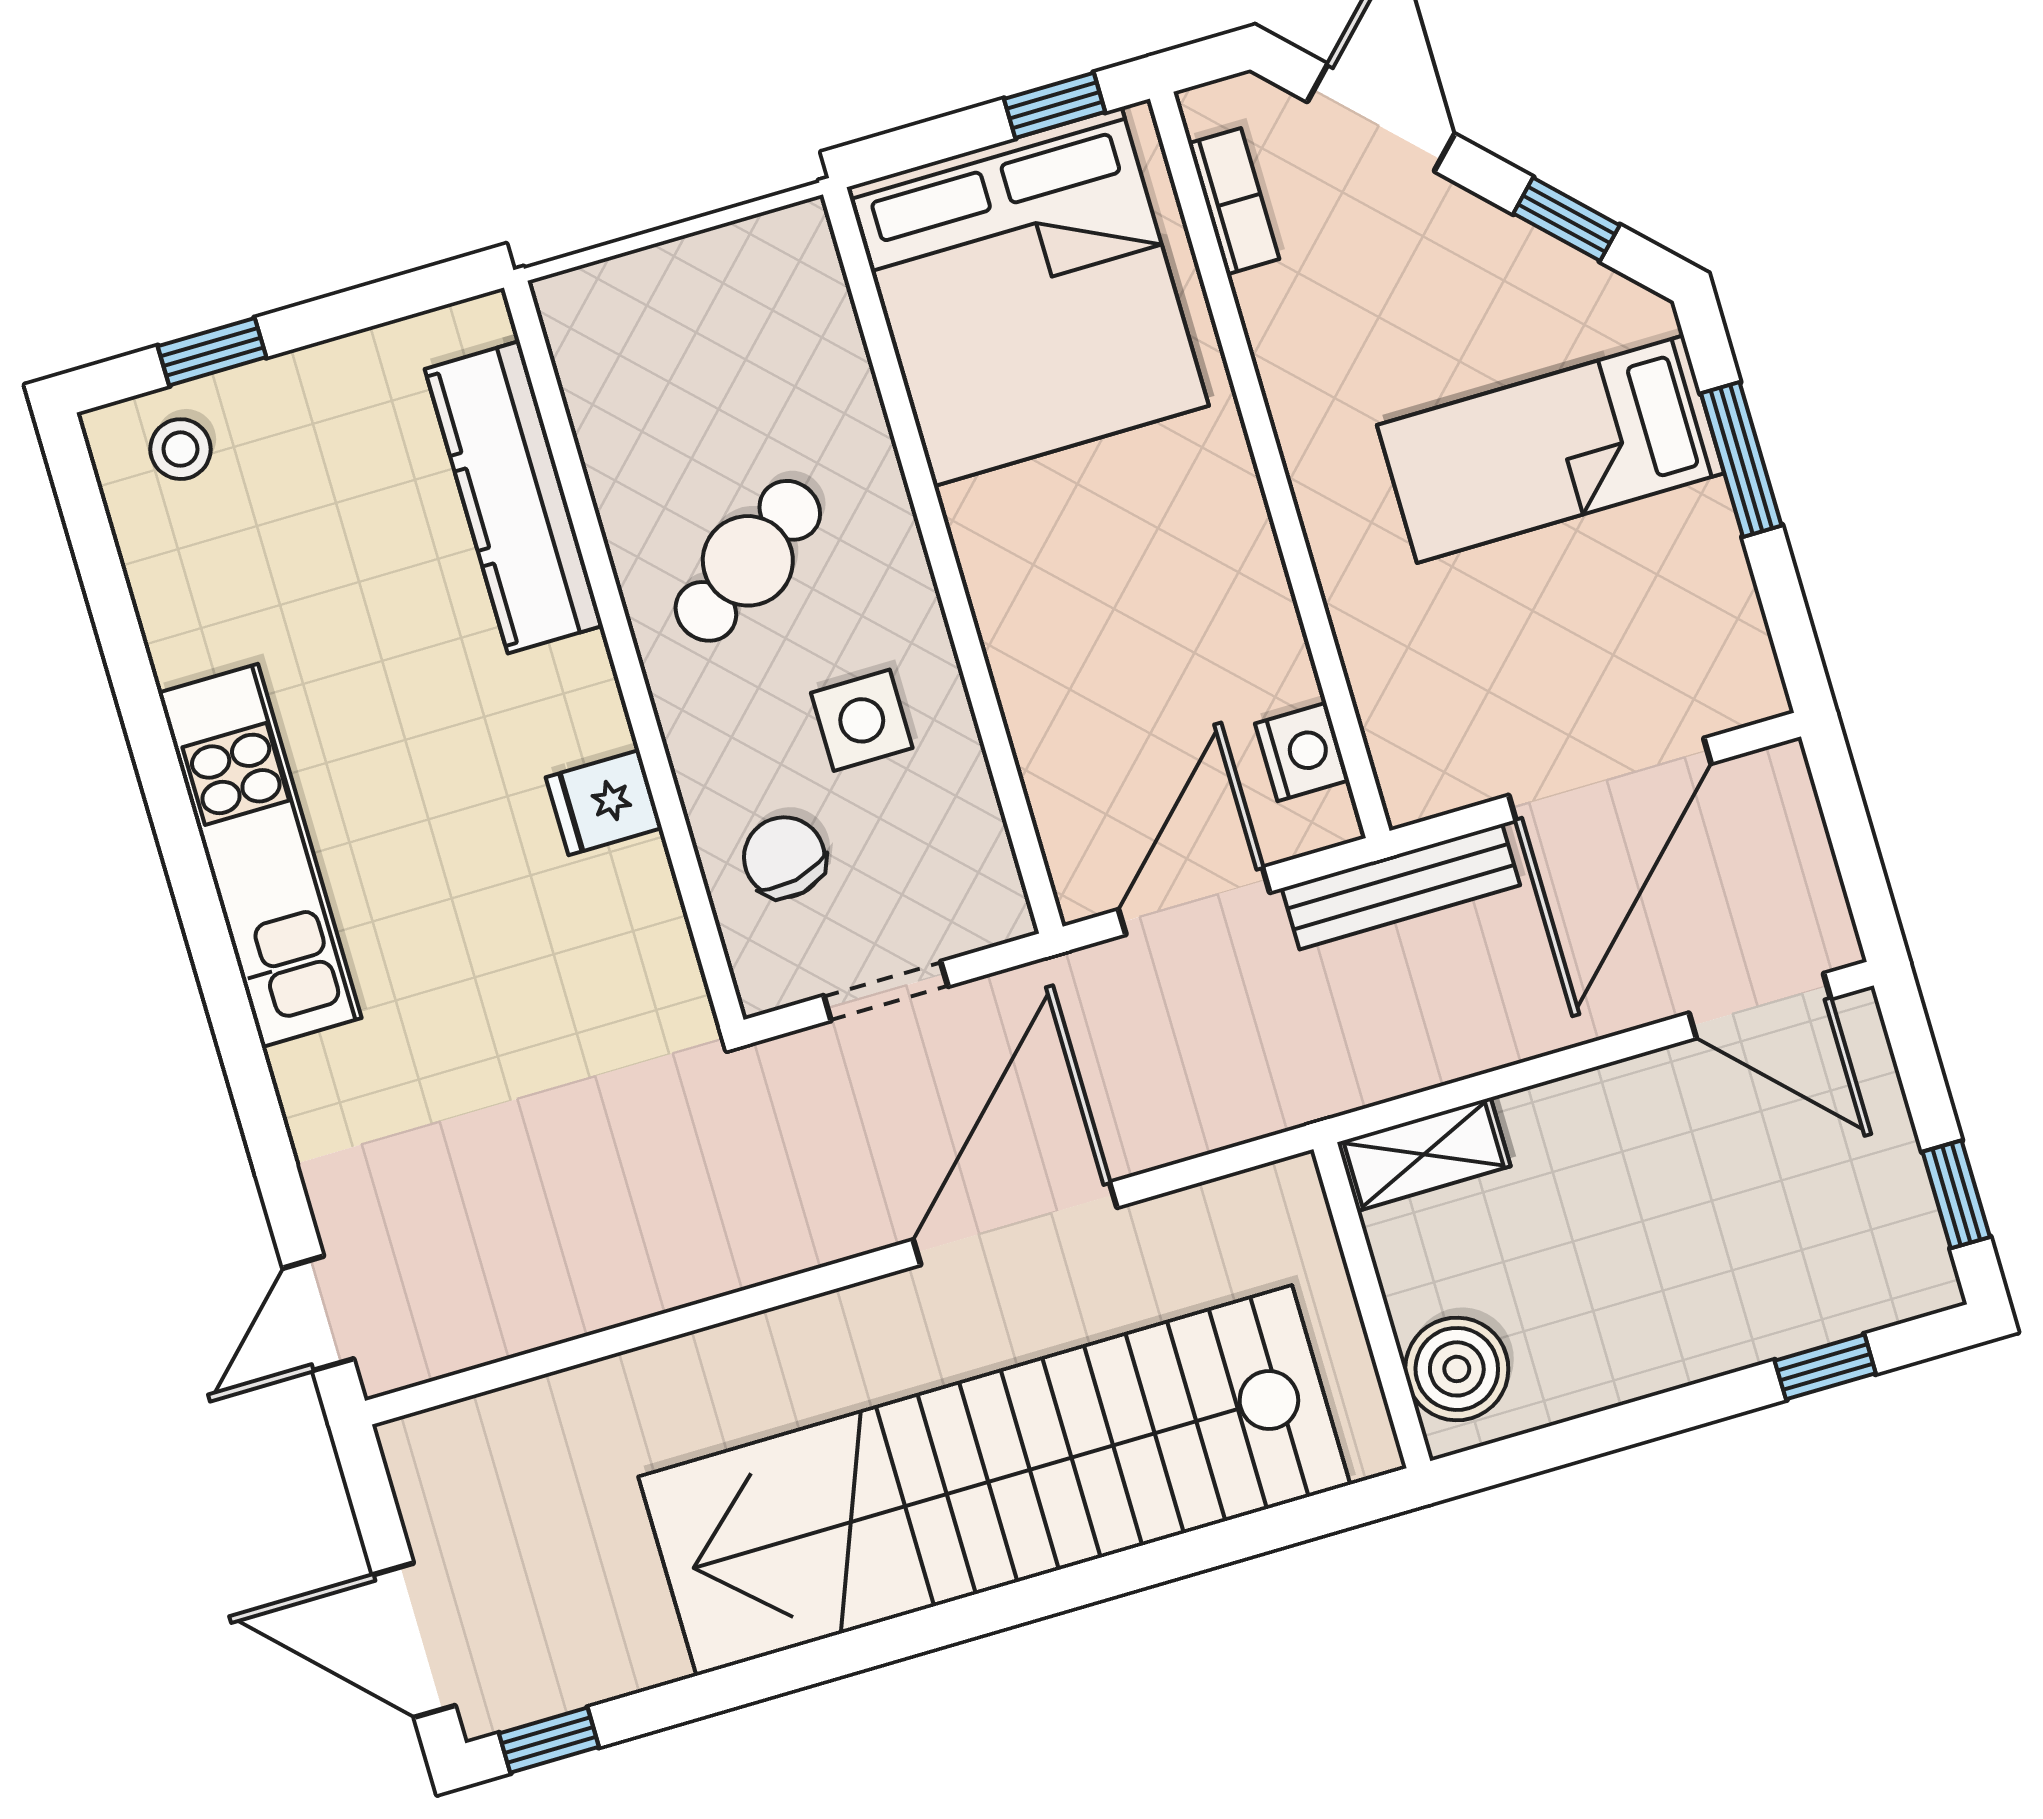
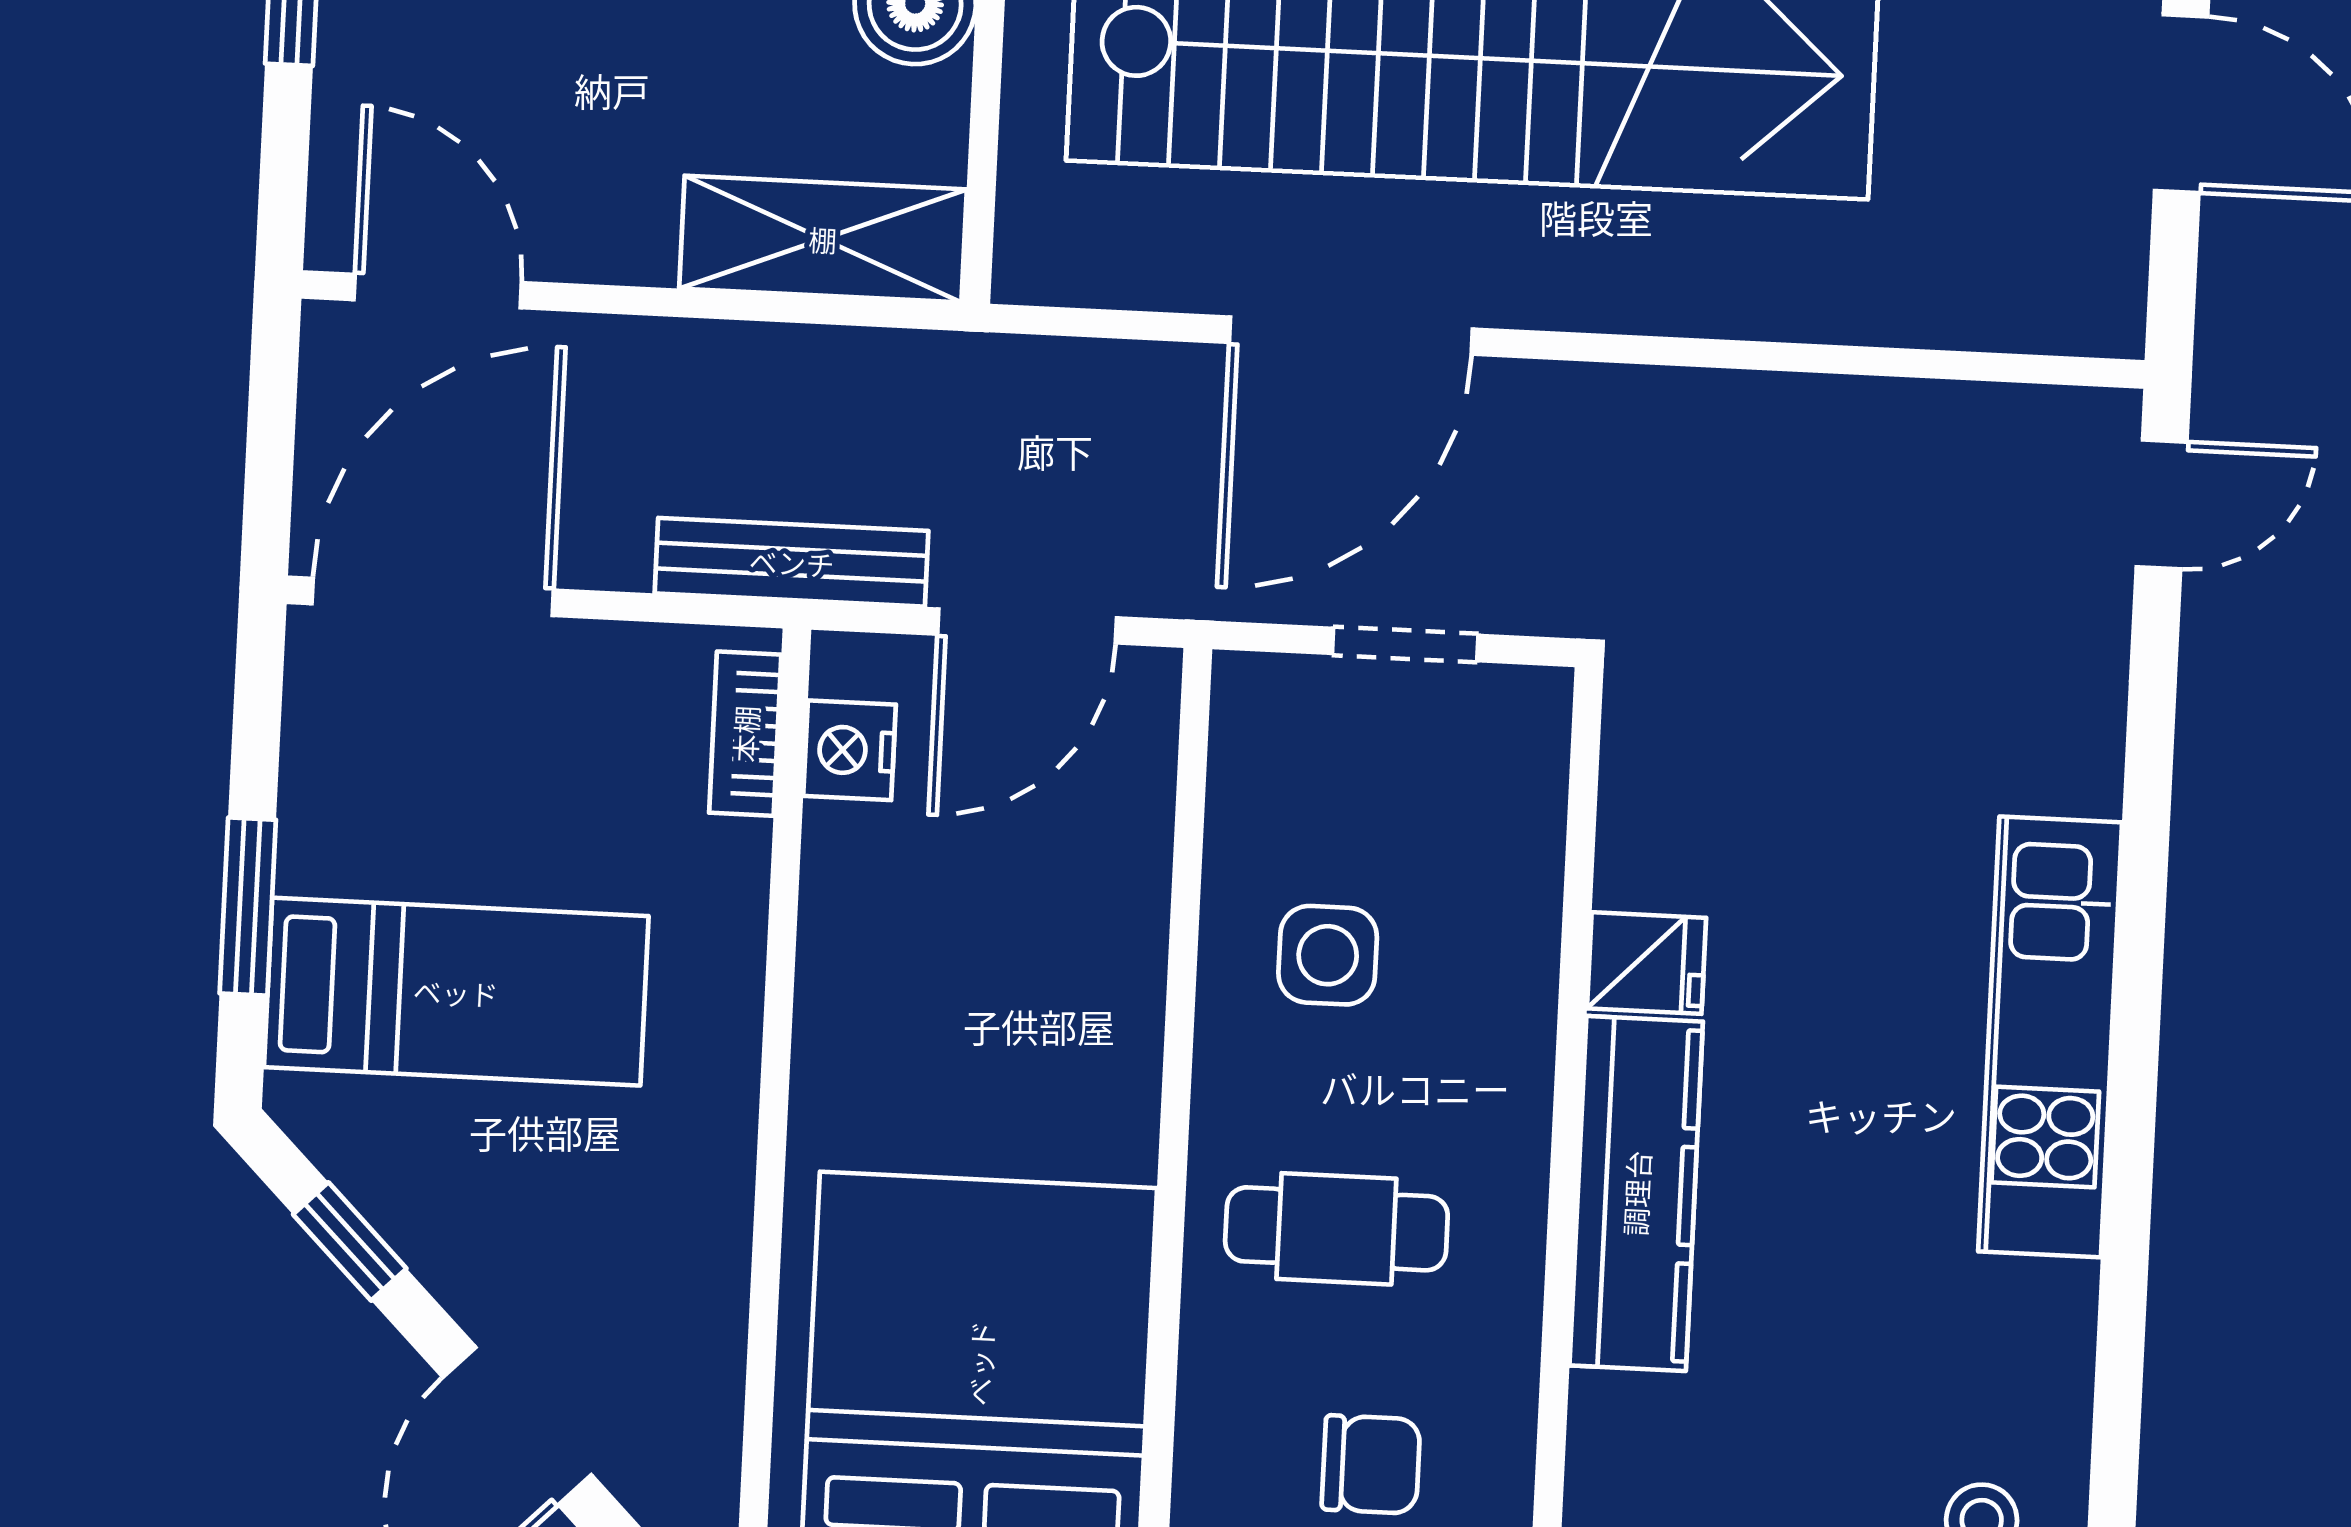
bookcase: (1234, 201) -> (745, 734), moved
kitchen counter: (514, 497) -> (1636, 1193), moved
cafe table: (748, 561) -> (1336, 1229), moved, turned 34
door: (1610, 779) -> (433, 597), moved
chair: (784, 857) -> (1371, 1464), moved, turned -78
shelving: (1424, 1154) -> (823, 239), width x1.50, depth x1.33

